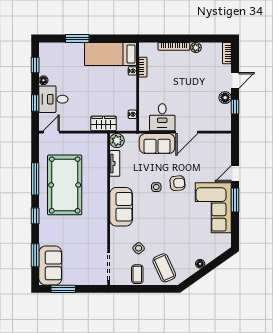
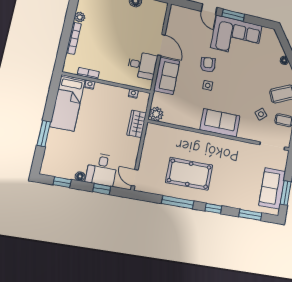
tv unit: (115, 163) -> (178, 121), removed
pool table: (65, 185) -> (189, 174), width x0.73, depth x0.76
sofa: (50, 265) -> (272, 188), moved, turned -90

